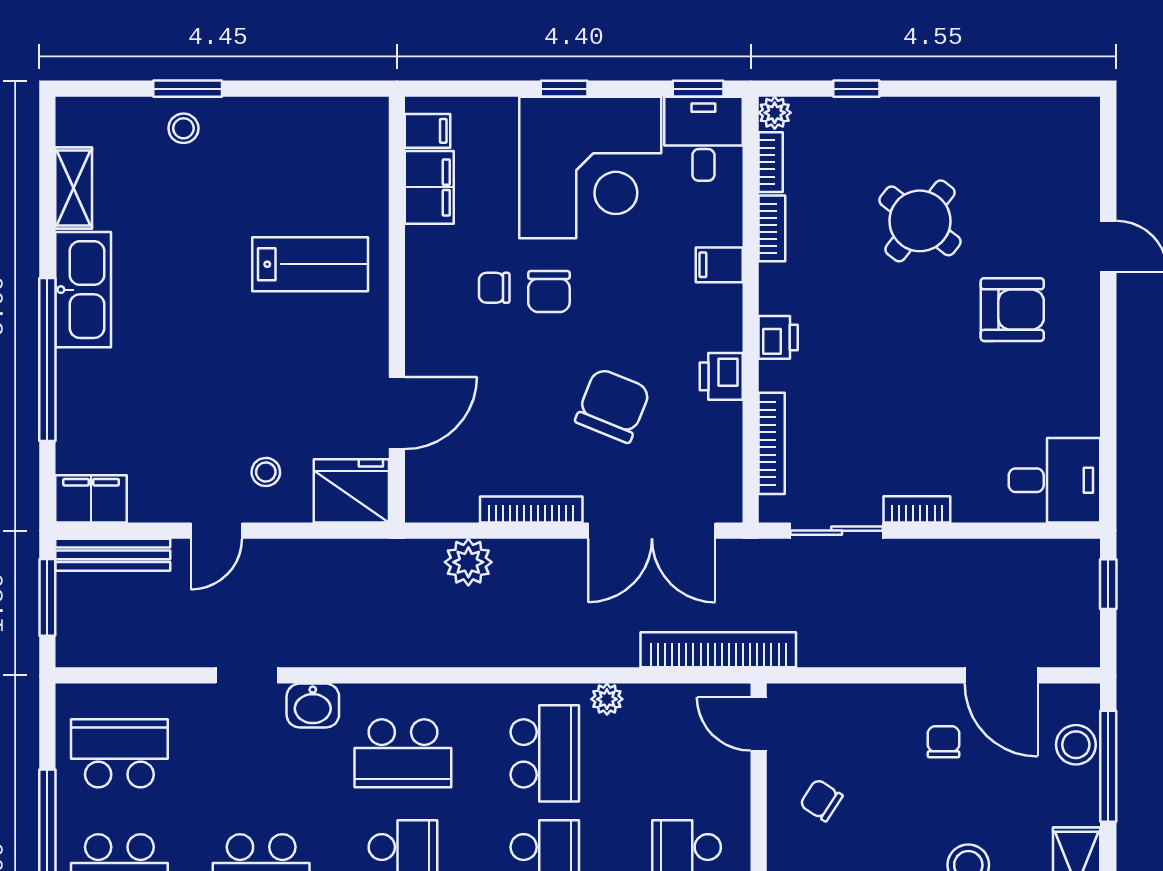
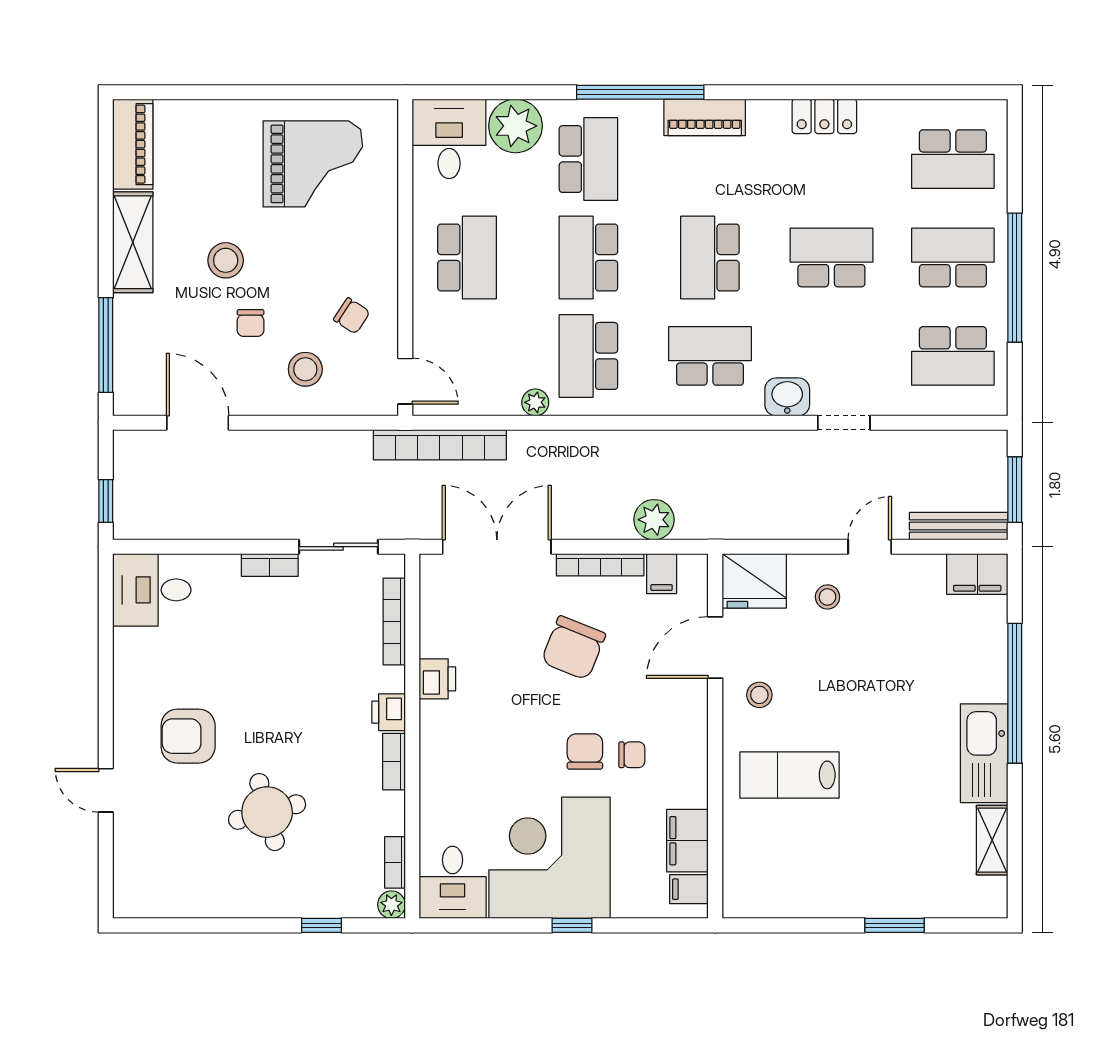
window: (698, 89) -> (457, 925), removed
stool: (183, 128) -> (759, 695), moved
round table: (920, 221) -> (267, 812), turned 37
bookcase: (772, 228) -> (394, 762), moved
filing cabinet: (719, 265) -> (662, 574), moved, turned 90
chair: (613, 405) -> (573, 648), moved
chair: (944, 742) -> (251, 323), moved
stool: (1076, 745) -> (305, 369), moved

